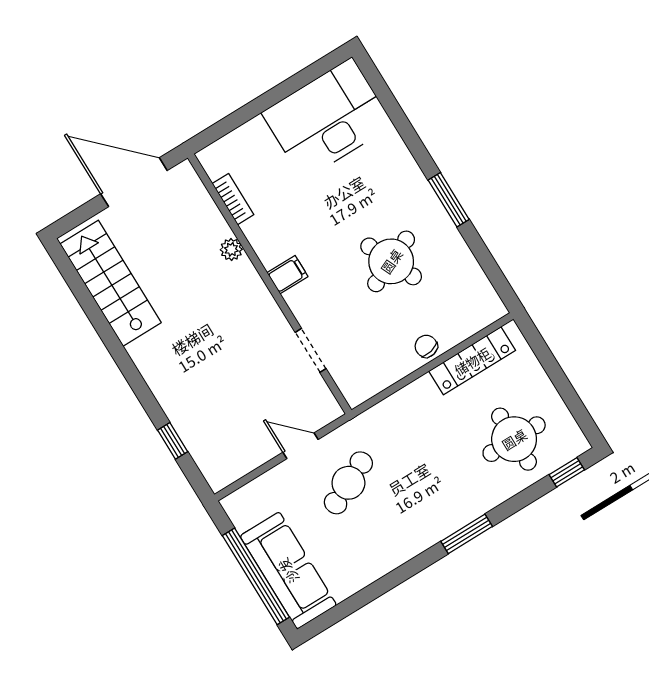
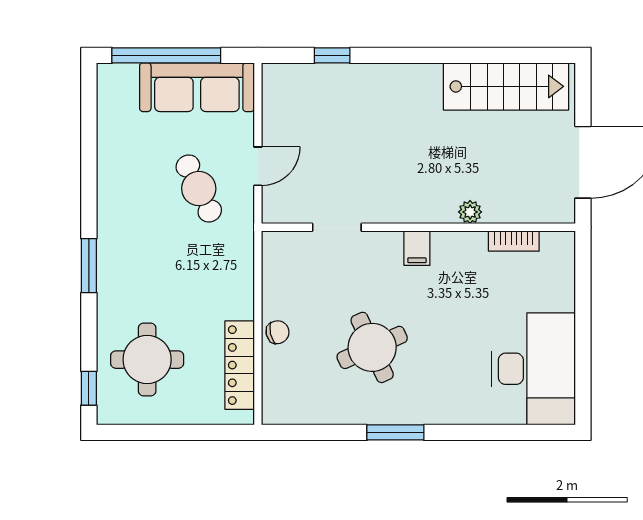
sofa: (288, 571) -> (197, 87), moved

